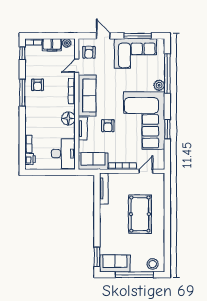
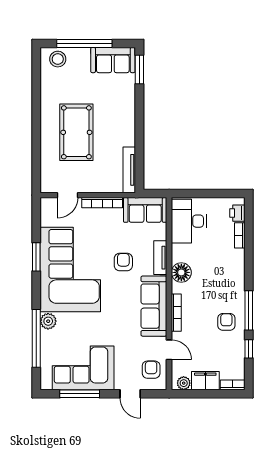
window: (22, 53) -> (249, 349), moved
door: (77, 66) -> (169, 350), hinge flipped

